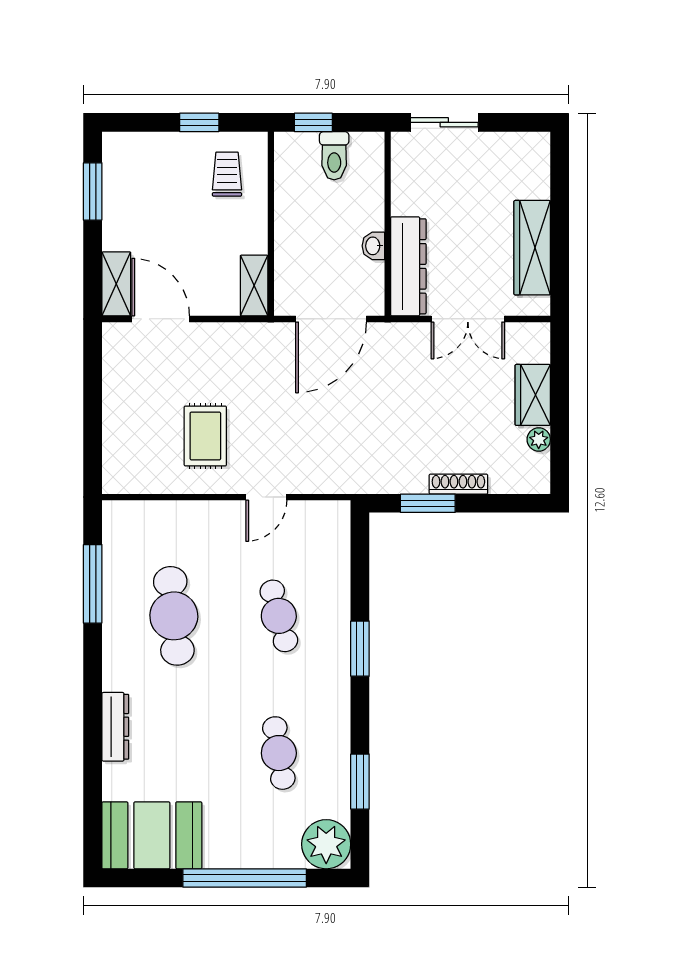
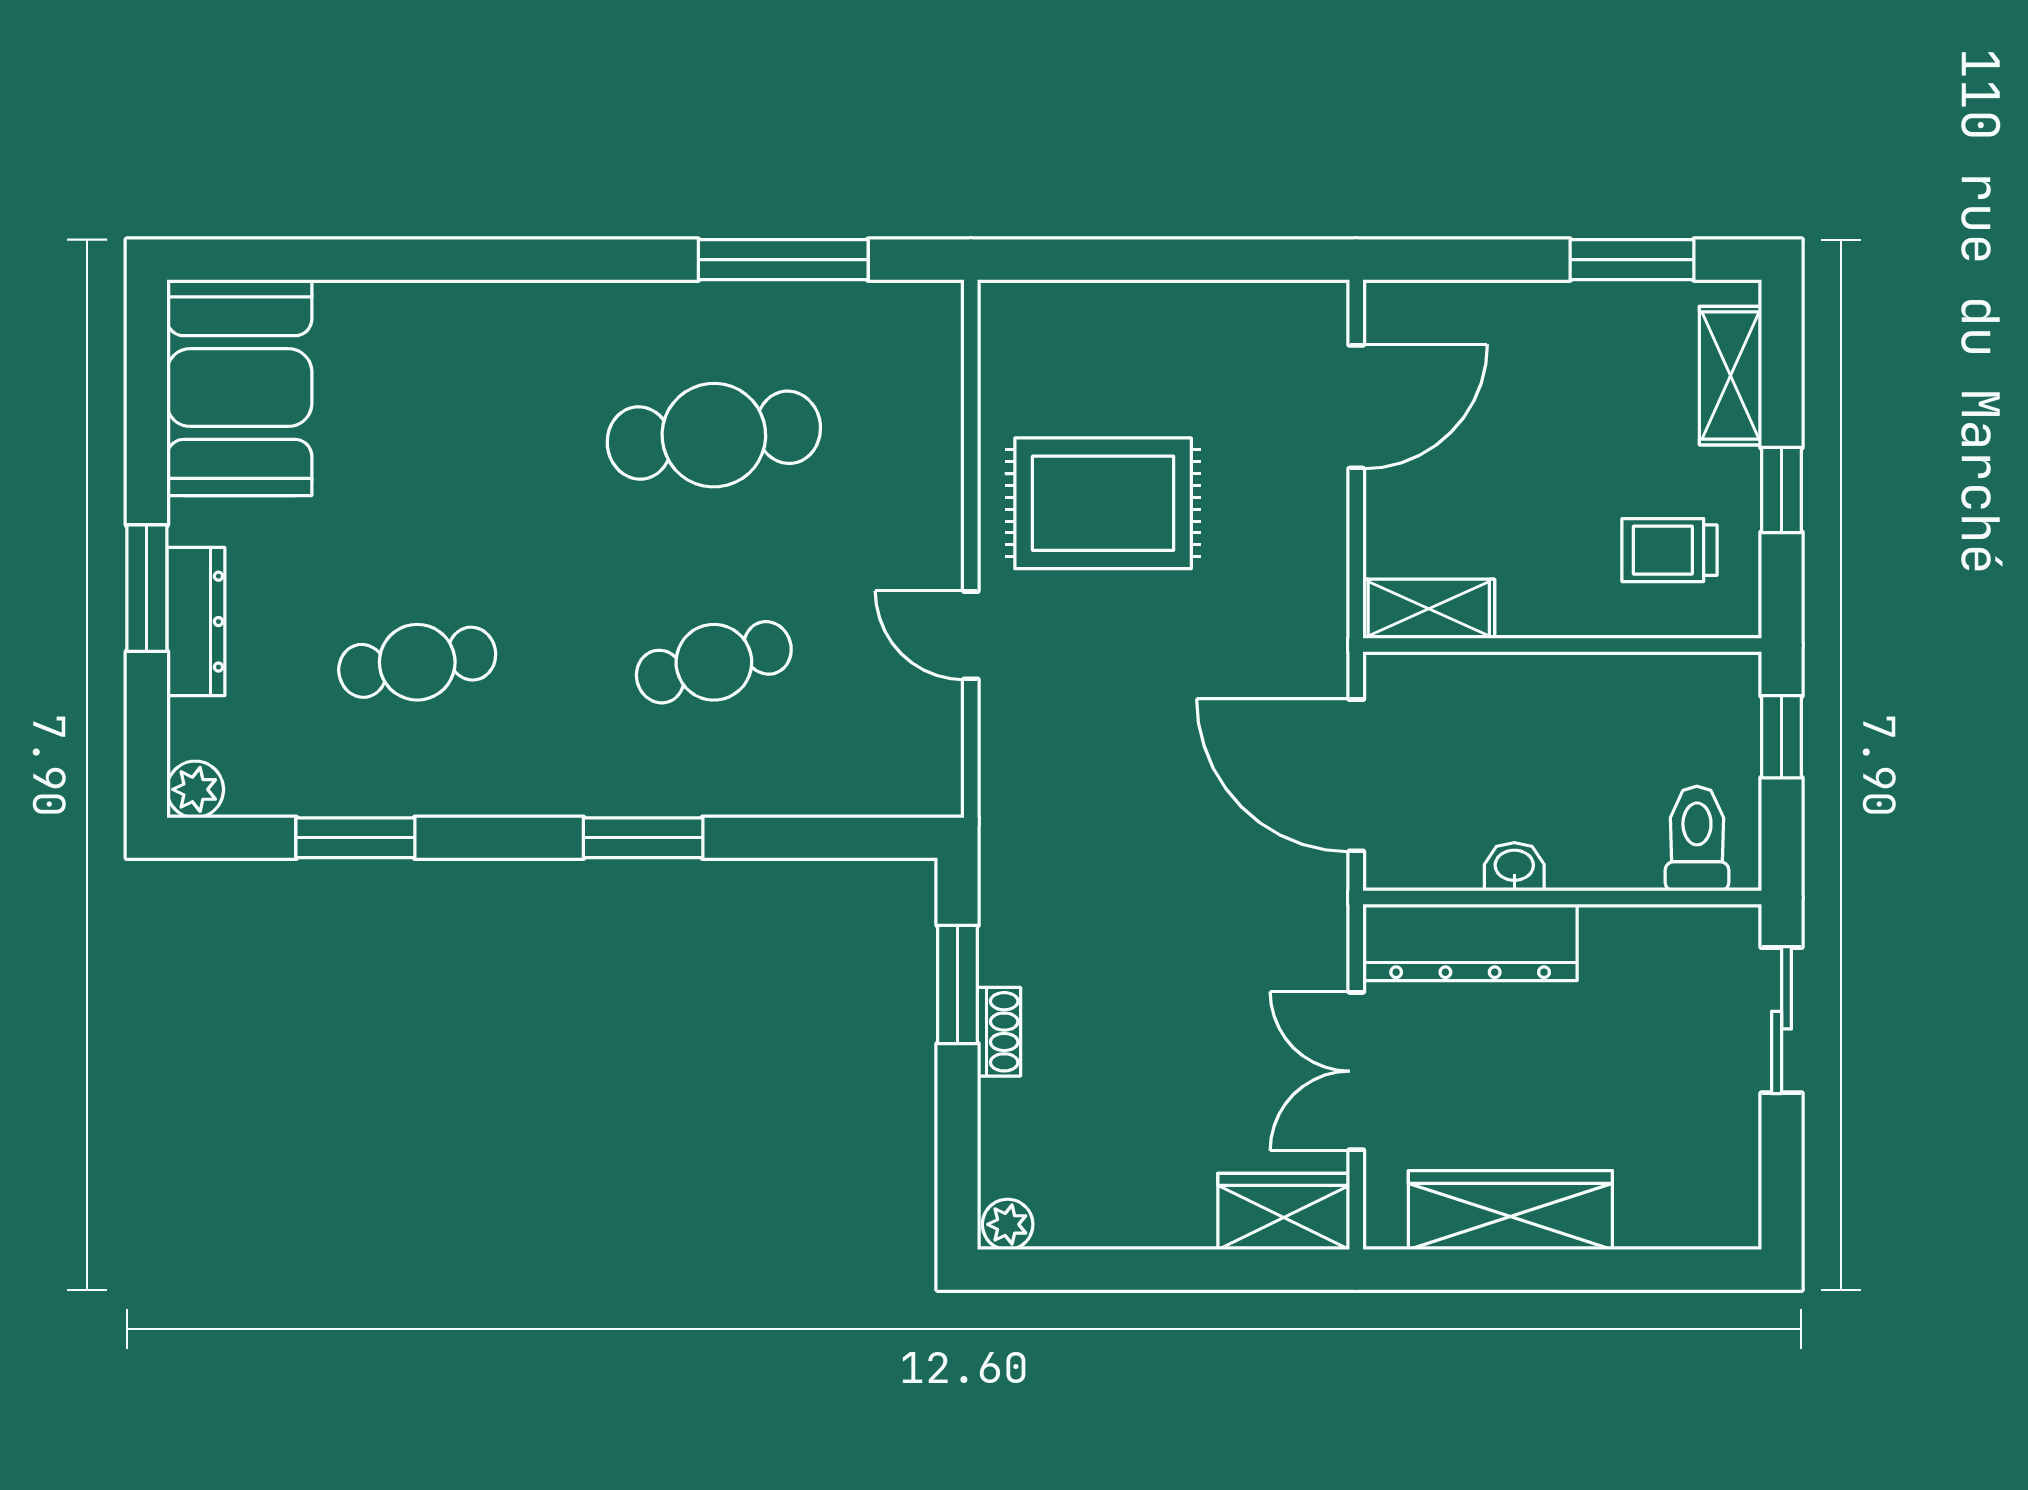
toilet: (334, 156) -> (1697, 839), moved, turned 90
trolley: (227, 174) -> (1670, 550), turned 180
shelving: (116, 284) -> (1730, 376), moved, turned 90
wardrobe: (533, 395) -> (1284, 1211), moved
rug: (205, 436) -> (1103, 503), width x1.36, depth x1.43
plant: (539, 439) -> (1008, 1224), moved
shoe rack: (458, 484) -> (999, 1032), width x0.70
dresser: (115, 727) -> (196, 622), moved, turned -90
plant: (326, 844) -> (195, 789), width x0.53, depth x0.53
window: (245, 878) -> (147, 588), width x0.47

